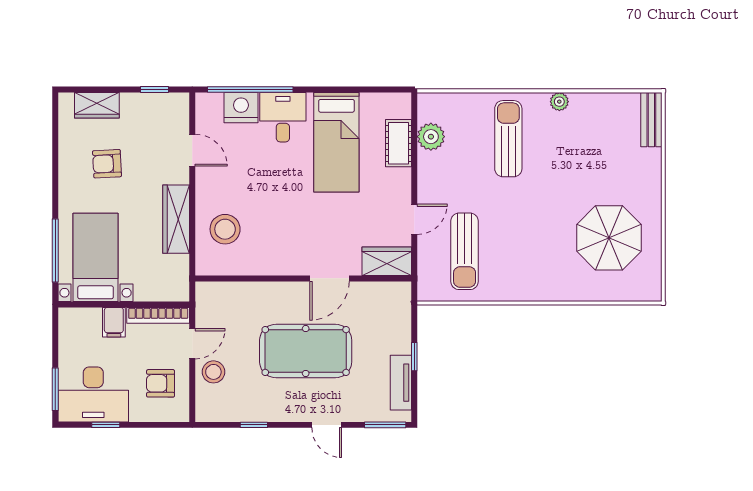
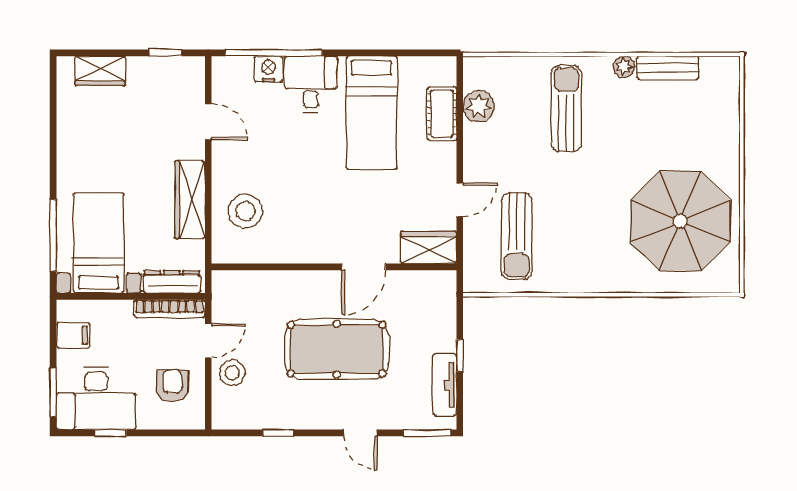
nightstand: (241, 108) -> (269, 69), width x0.74, depth x0.75
bench: (651, 120) -> (668, 68), moved, turned 90
armchair: (107, 164) -> (112, 137), removed
parasol: (609, 238) -> (680, 221), width x1.36, depth x1.36
dresser: (160, 292) -> (172, 282), added
filing cabinet: (114, 322) -> (73, 335), moved, turned -90
armchair: (161, 383) -> (172, 386), turned 90

